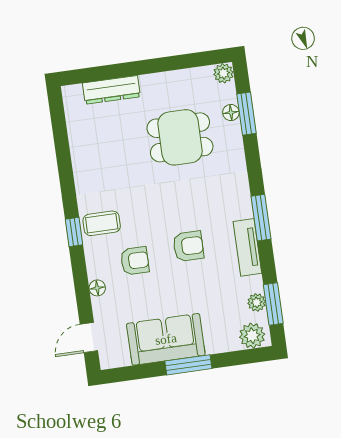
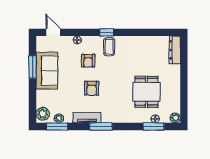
dresser: (111, 90) -> (175, 50), moved
window: (188, 365) -> (33, 67), moved

